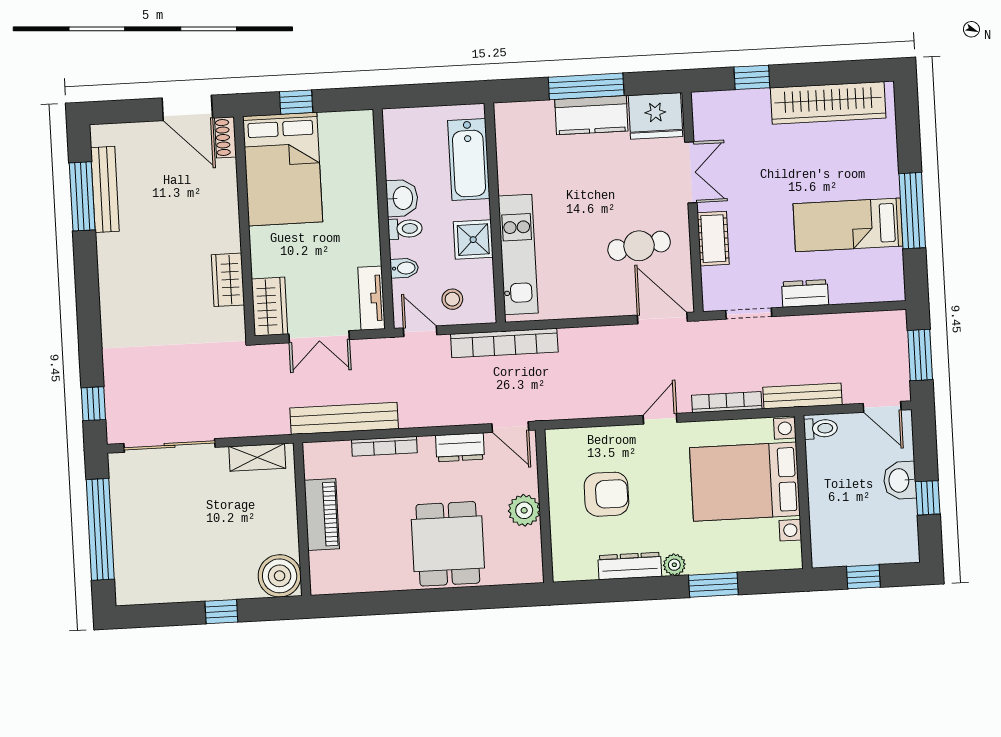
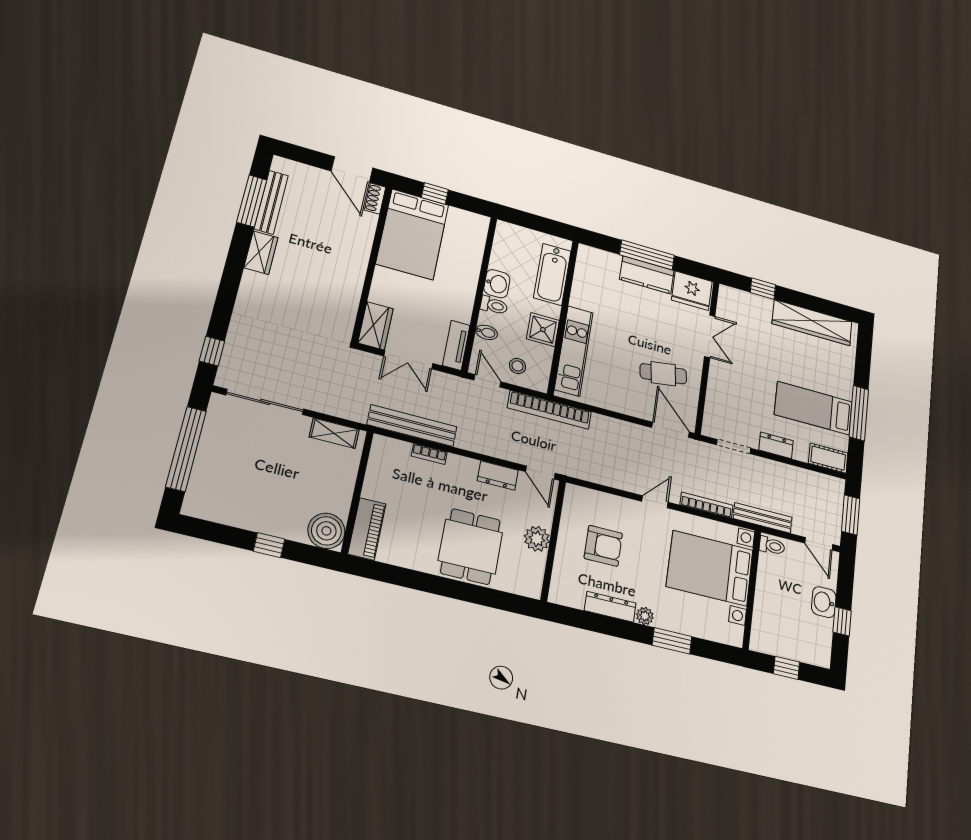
cot: (713, 239) -> (828, 458), moved, turned 90
wardrobe: (228, 280) -> (261, 253), moved, turned 180
bookcase: (384, 446) -> (429, 454), width x0.64
piano: (322, 514) -> (367, 529), moved

